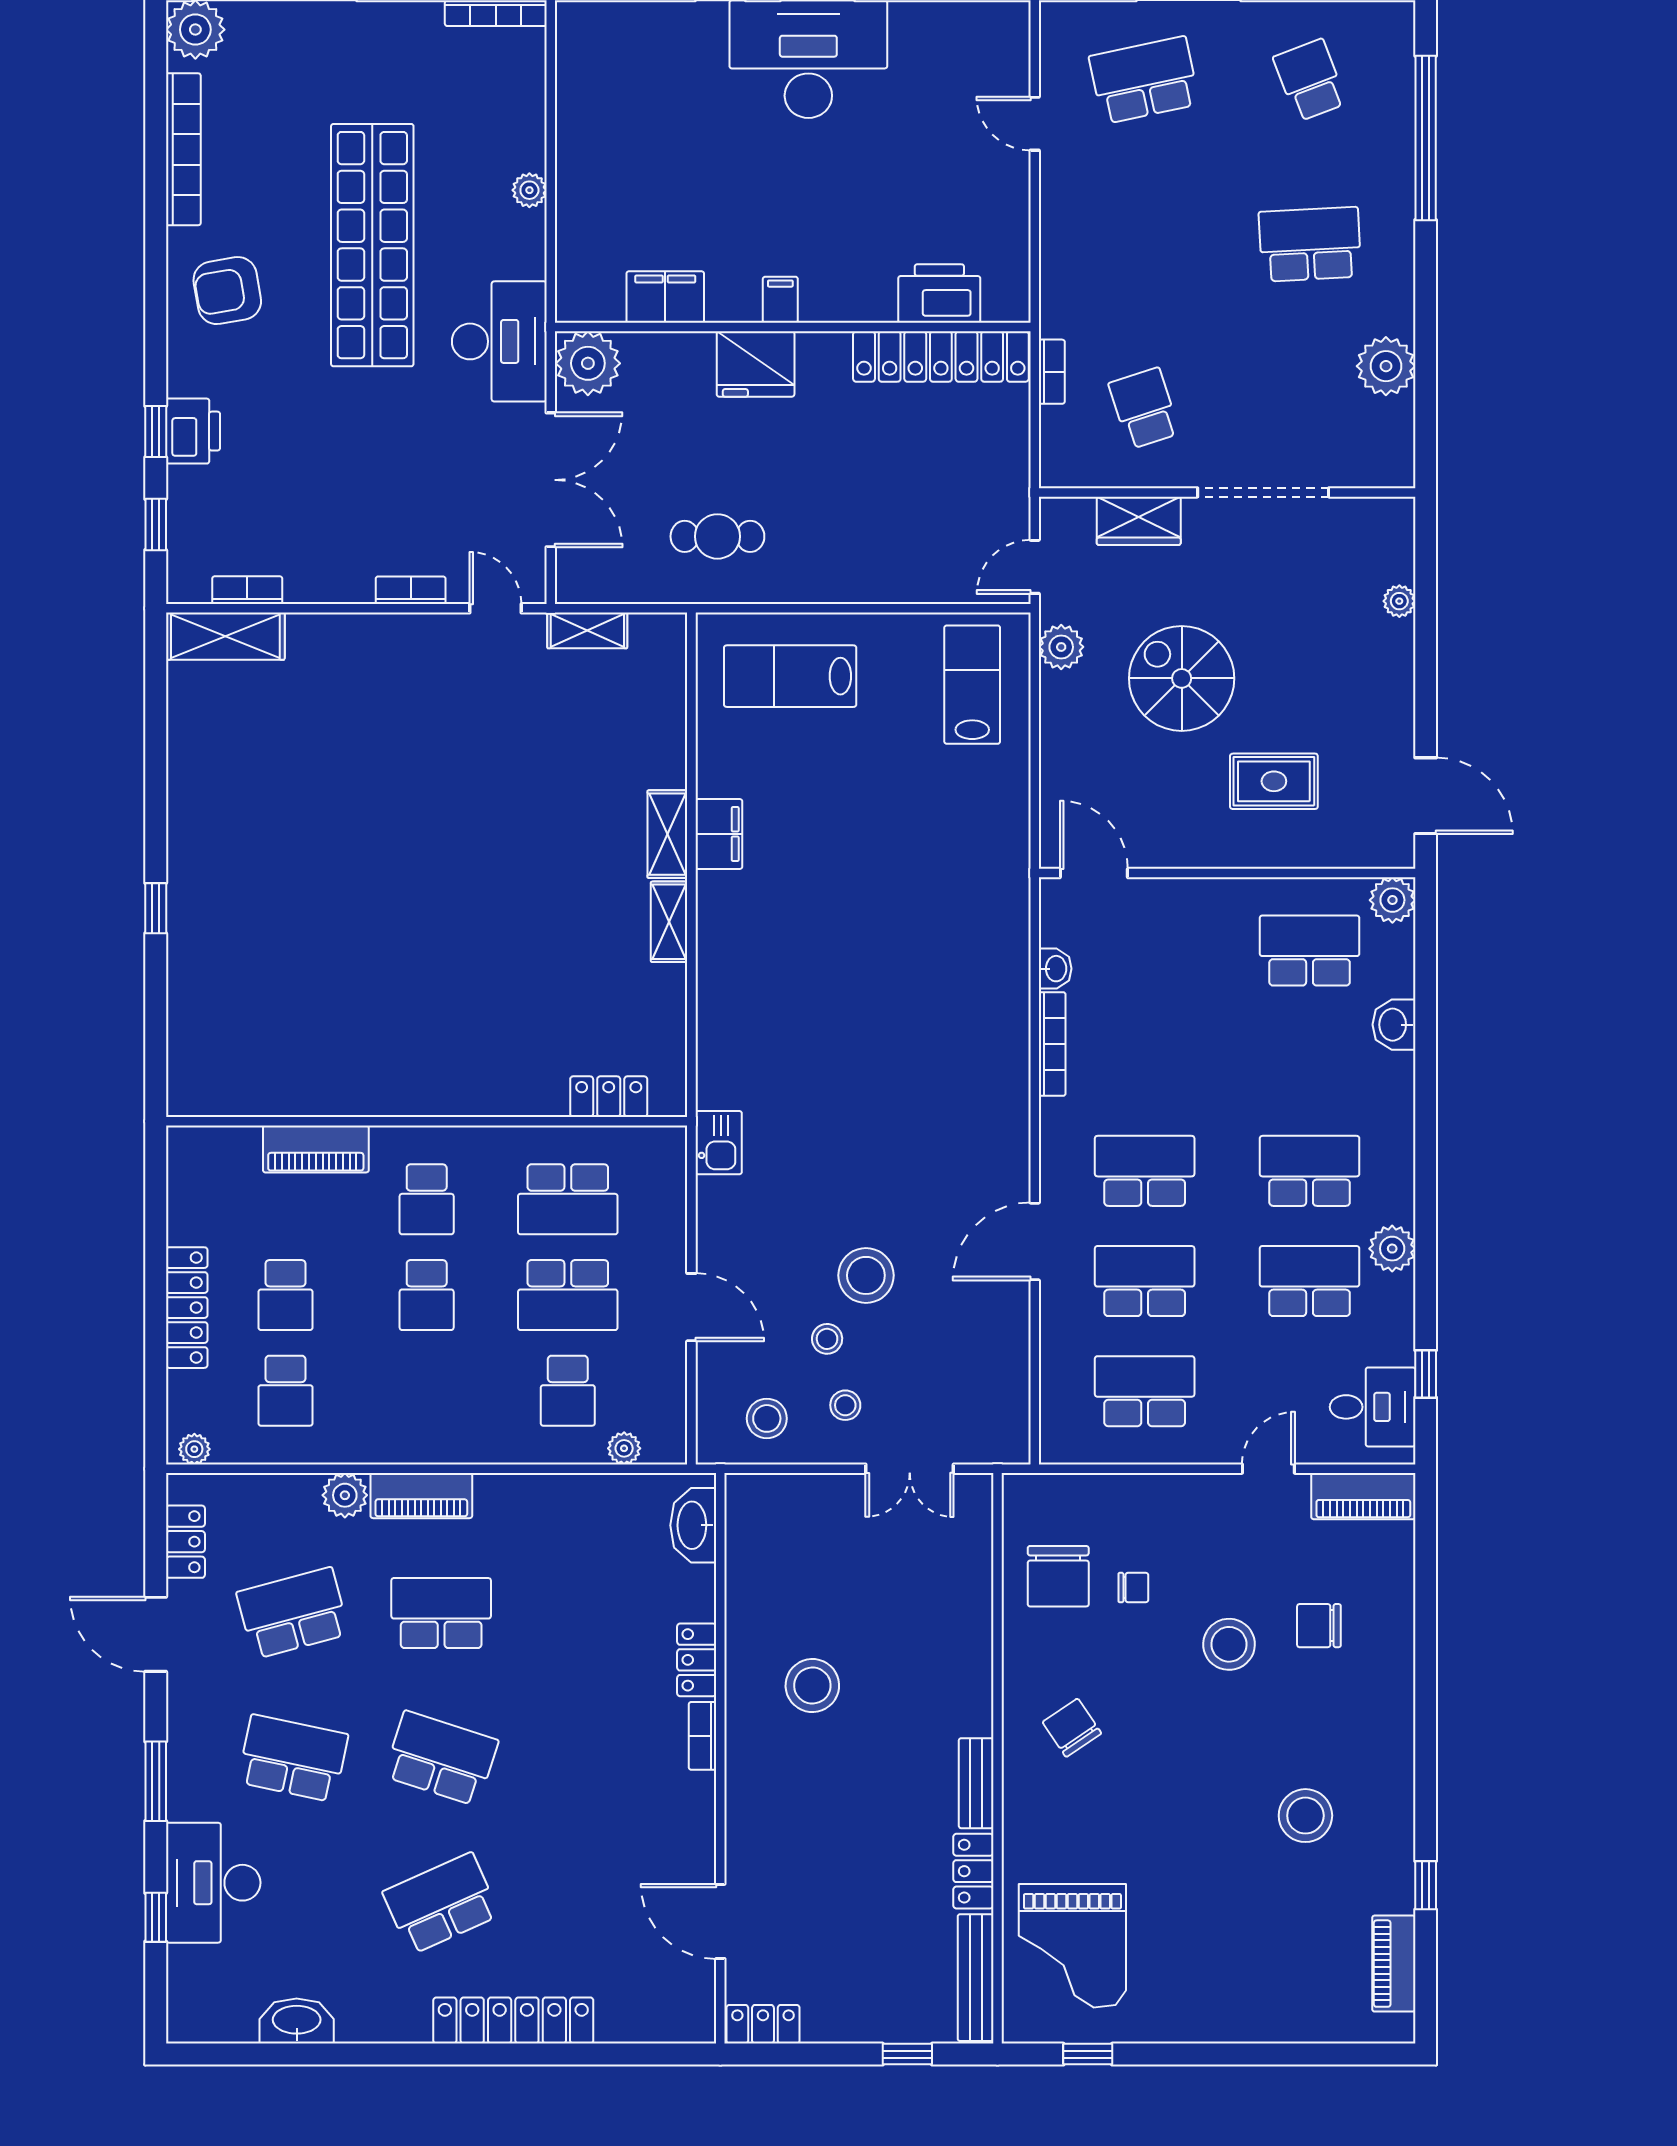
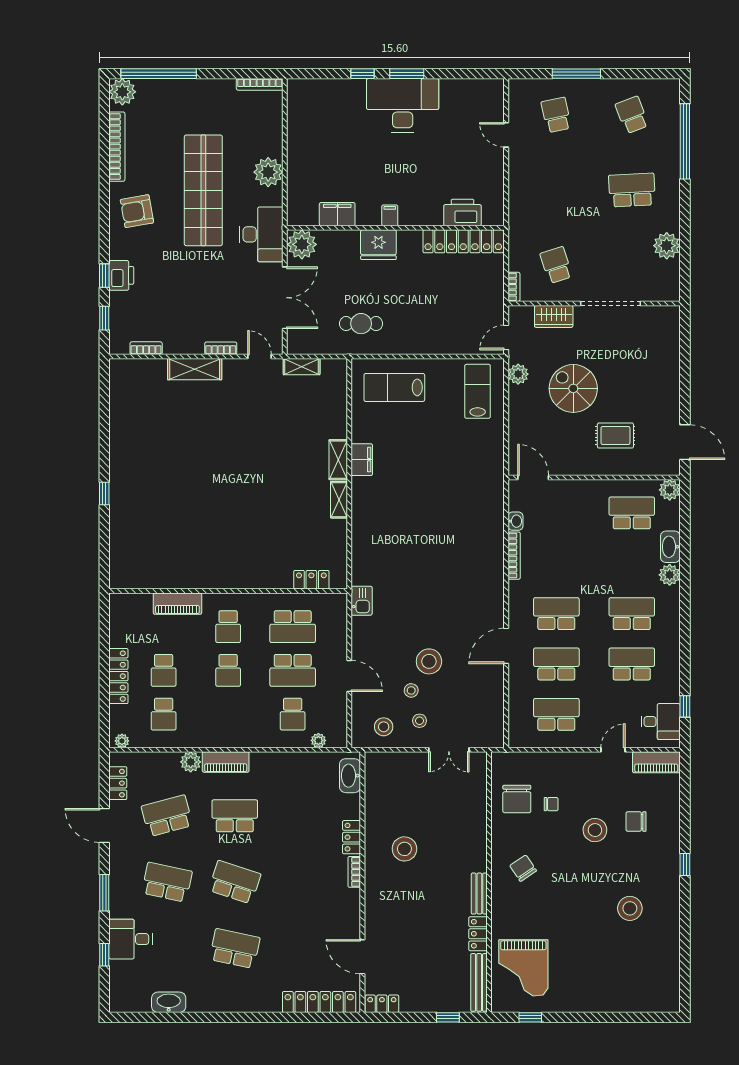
school desk: (1144, 80) -> (556, 115), width x0.54
plant: (529, 190) -> (268, 172), width x1.88, depth x1.88
bookcase: (1052, 372) -> (514, 287), moved
plant: (1399, 601) -> (673, 353), removed
shelving: (225, 636) -> (195, 369), moved
washbasin: (1394, 1025) -> (670, 547), width x1.38
plant: (1392, 1249) -> (670, 575), moved
desk: (213, 1883) -> (131, 939), width x0.73
window: (1426, 1885) -> (685, 865), moved
school desk: (441, 1903) -> (235, 949), turned 36
piano: (1394, 1964) -> (670, 976), removed
locker: (513, 2020) -> (319, 1002), moved

